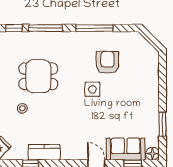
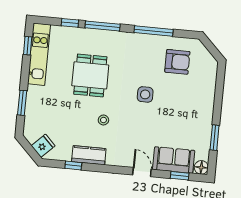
armchair: (107, 62) -> (177, 62), moved, turned 90
dining table: (38, 76) -> (90, 75), turned 90
stool: (22, 108) -> (103, 120), moved

